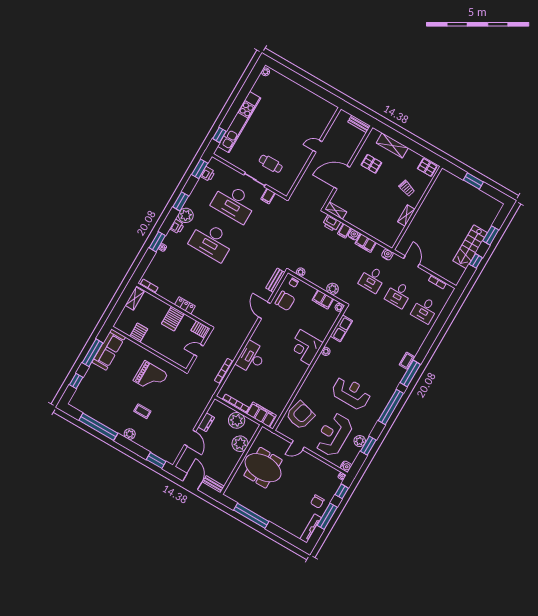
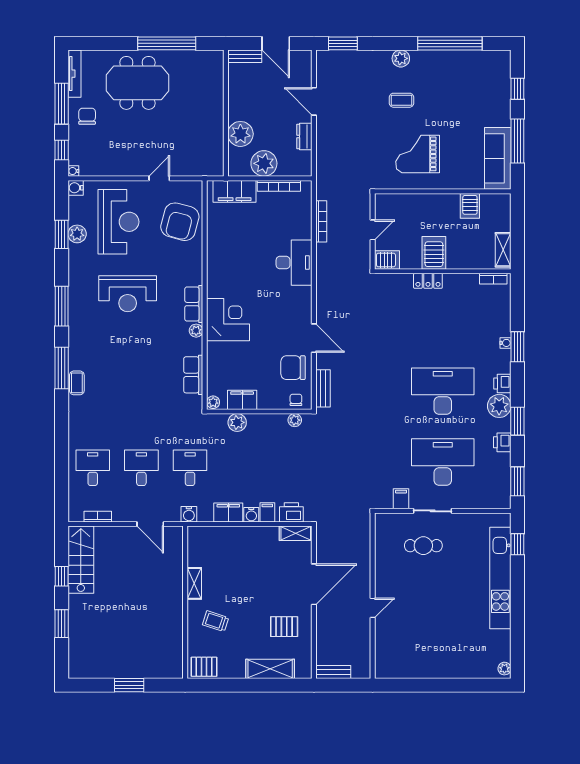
printer: (208, 174) -> (502, 442), moved
stairs: (470, 247) -> (81, 560), moved
row of seats: (319, 366) -> (194, 304), added
window: (391, 407) -> (62, 306), width x0.68
meeting table: (263, 468) -> (137, 83), moved

